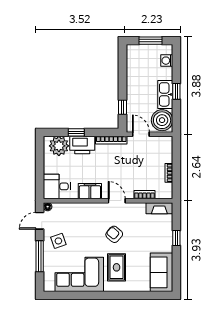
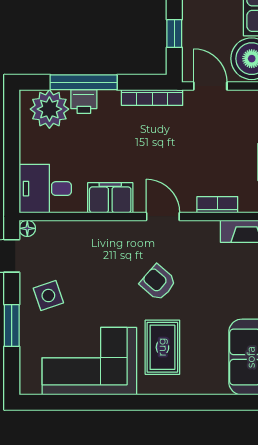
window: (76, 132) -> (84, 82), width x2.17
printer: (82, 145) -> (84, 102), width x0.53, depth x0.68
window: (40, 256) -> (12, 326), width x0.69

